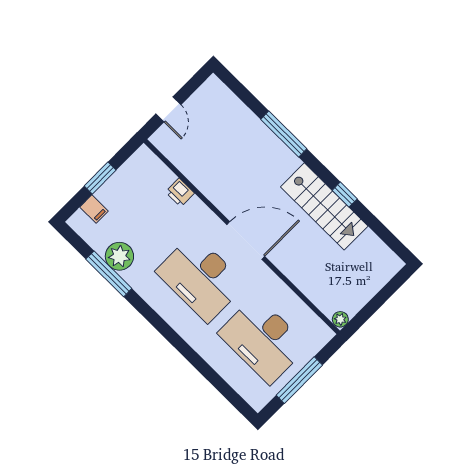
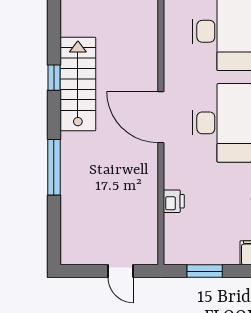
door: (168, 109) -> (121, 271), swing flipped
window: (100, 178) -> (205, 271), moved

